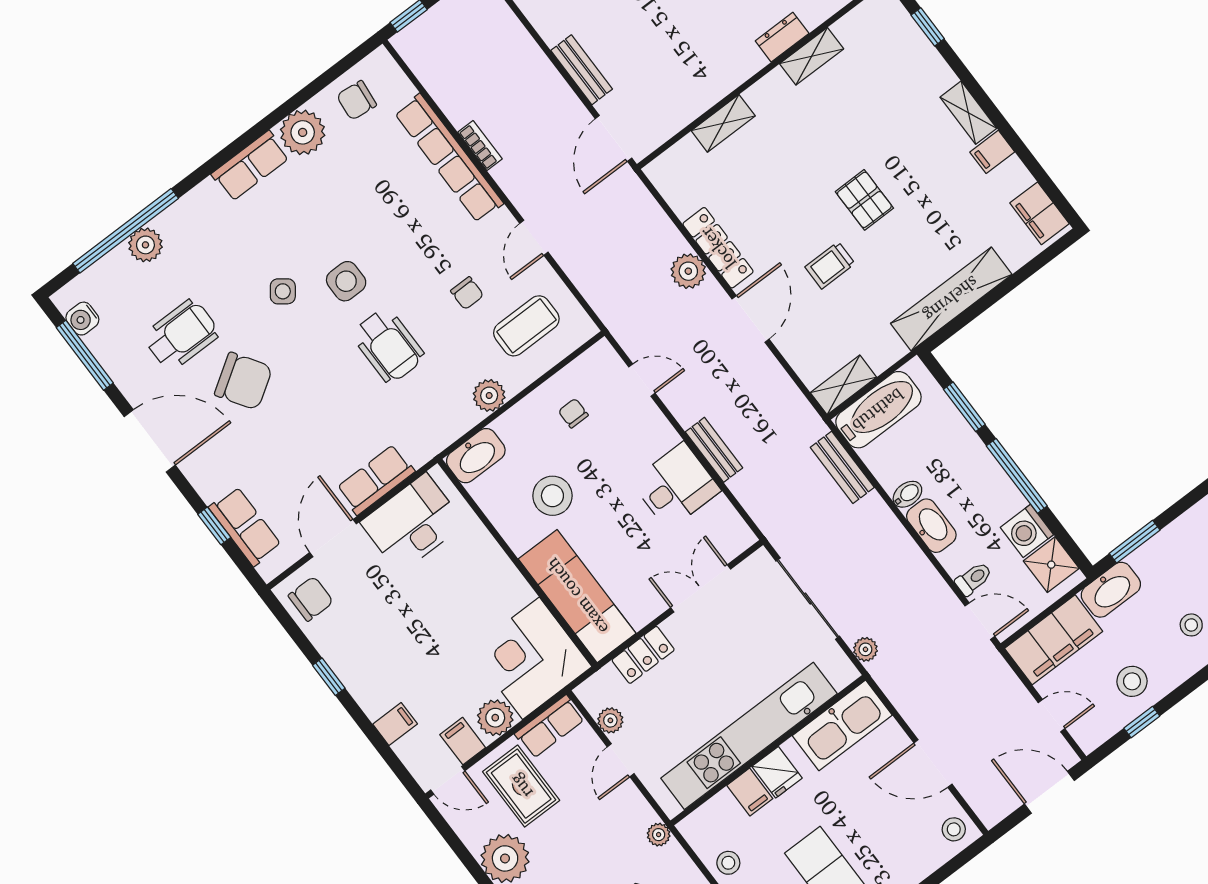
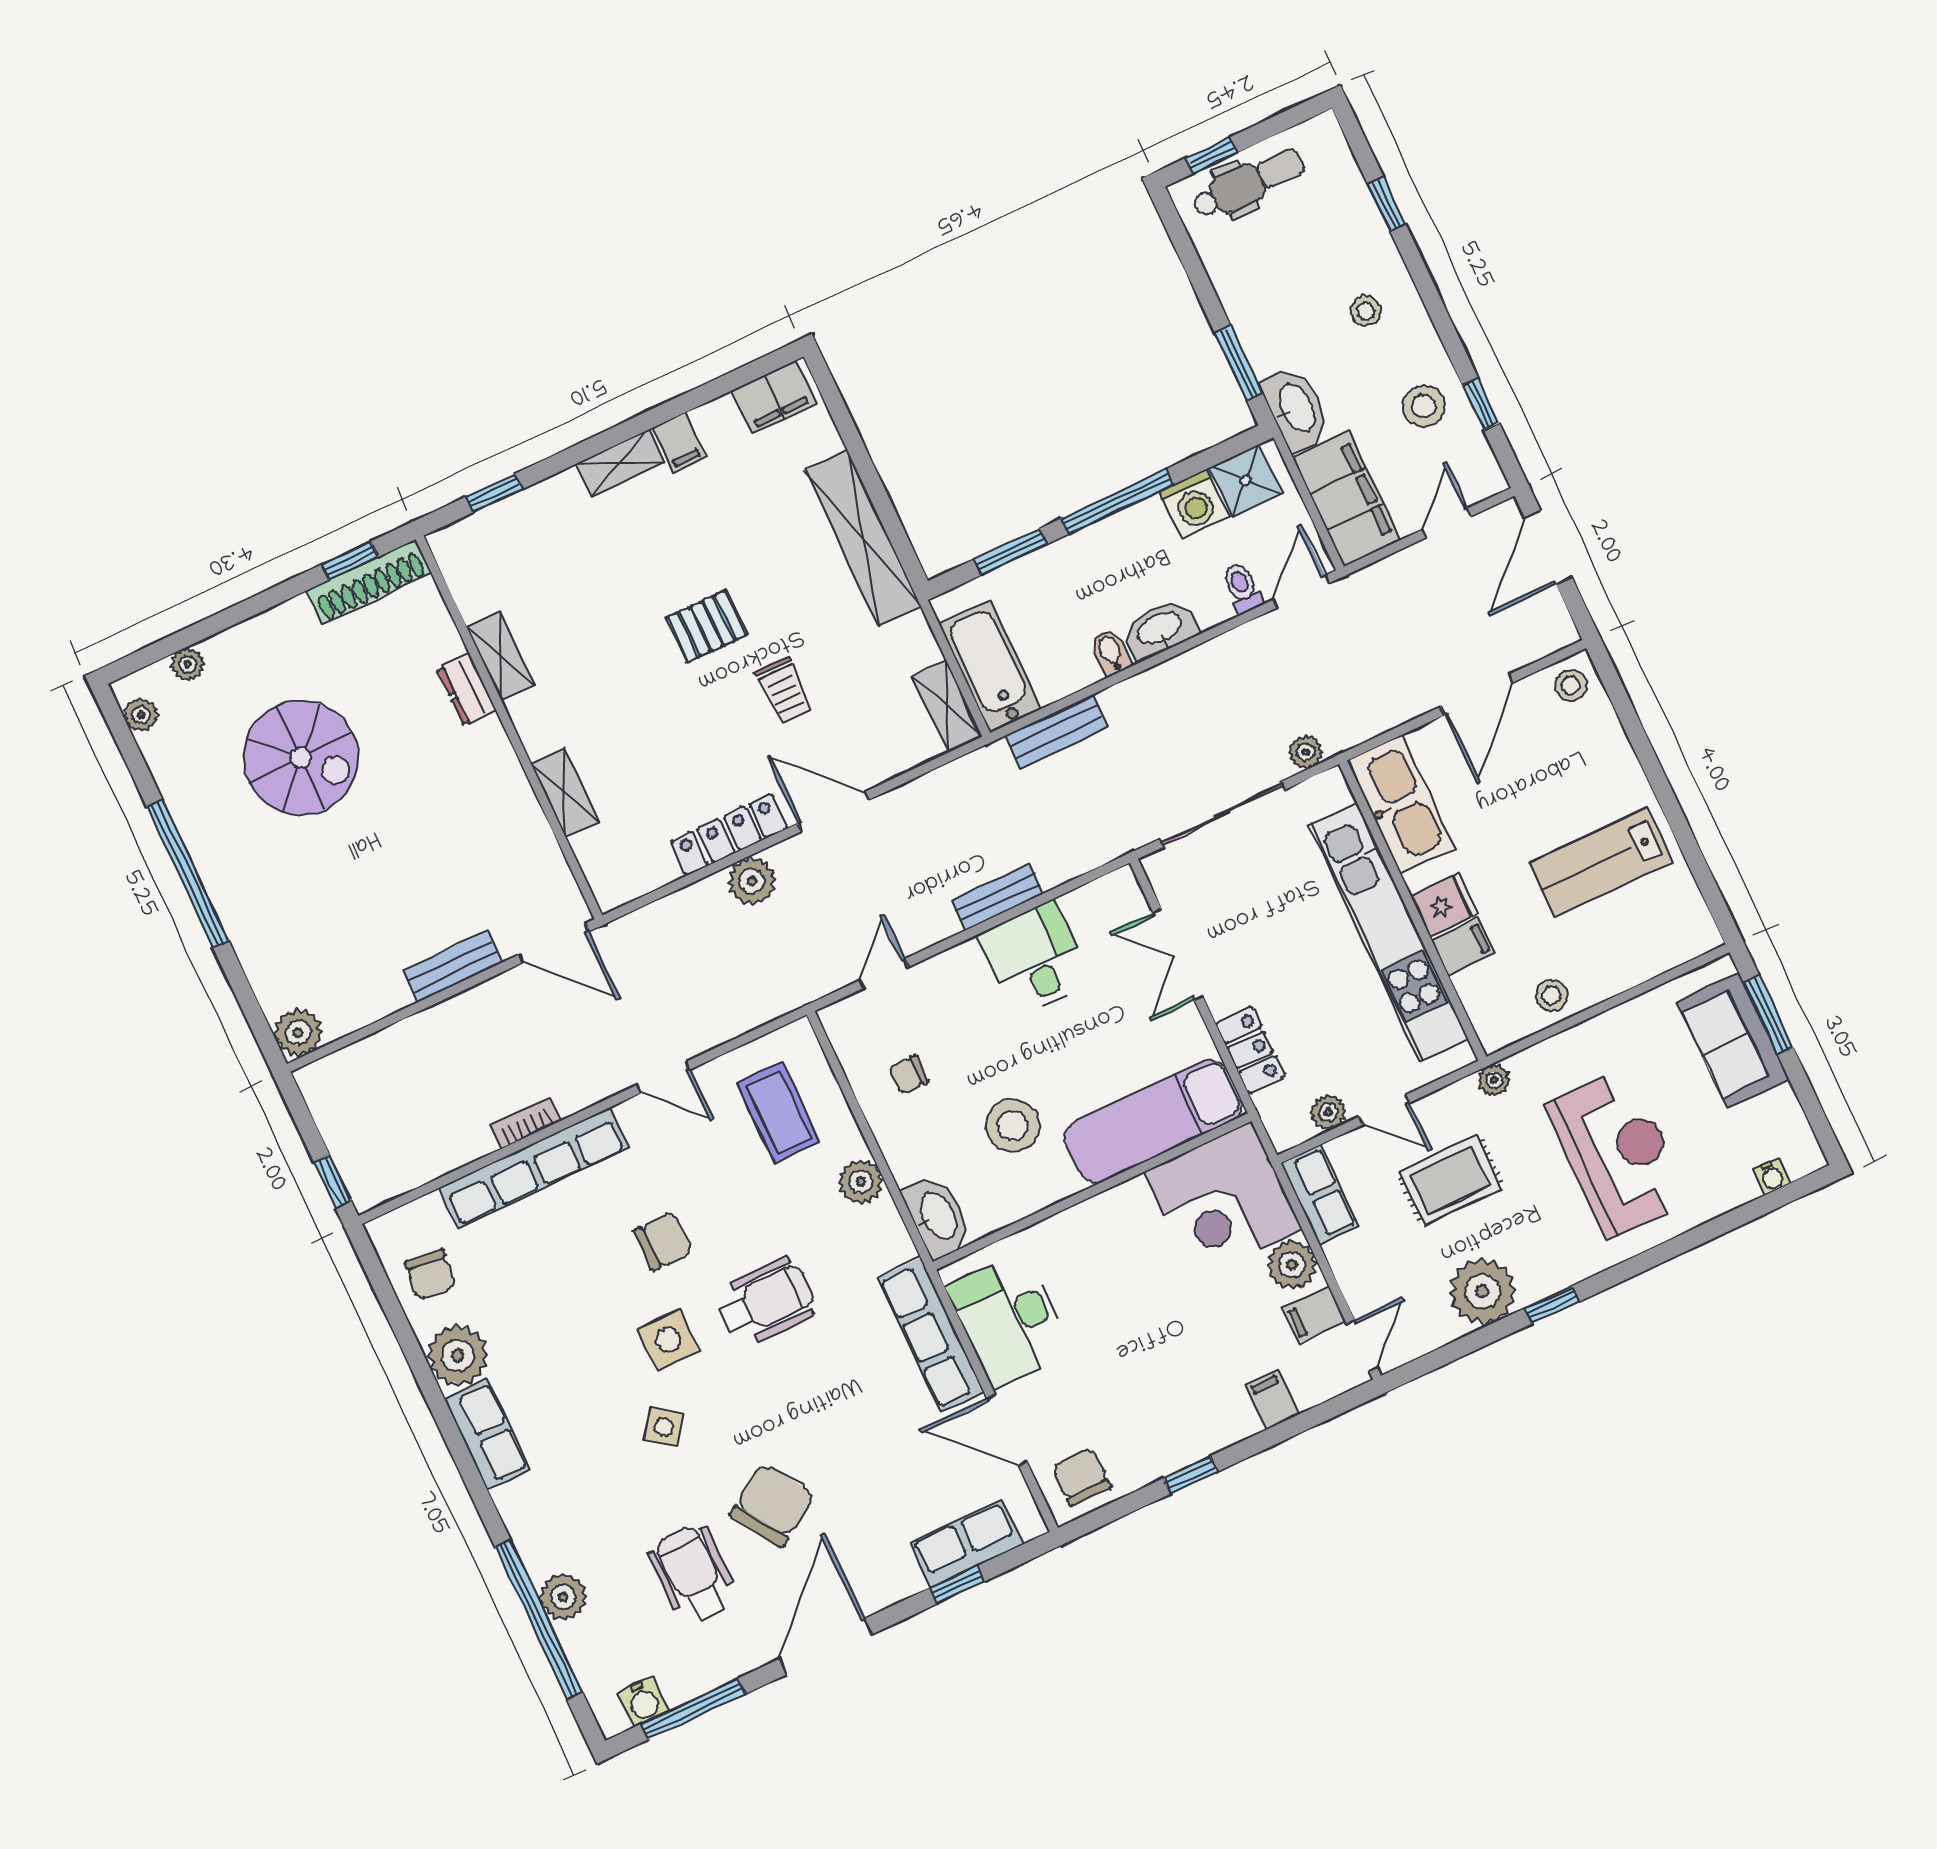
chair: (467, 293) -> (663, 1241), moved, width x1.37, depth x1.37
row of seats: (376, 480) -> (931, 1335), width x1.48
rug: (521, 786) -> (1450, 1180), moved

